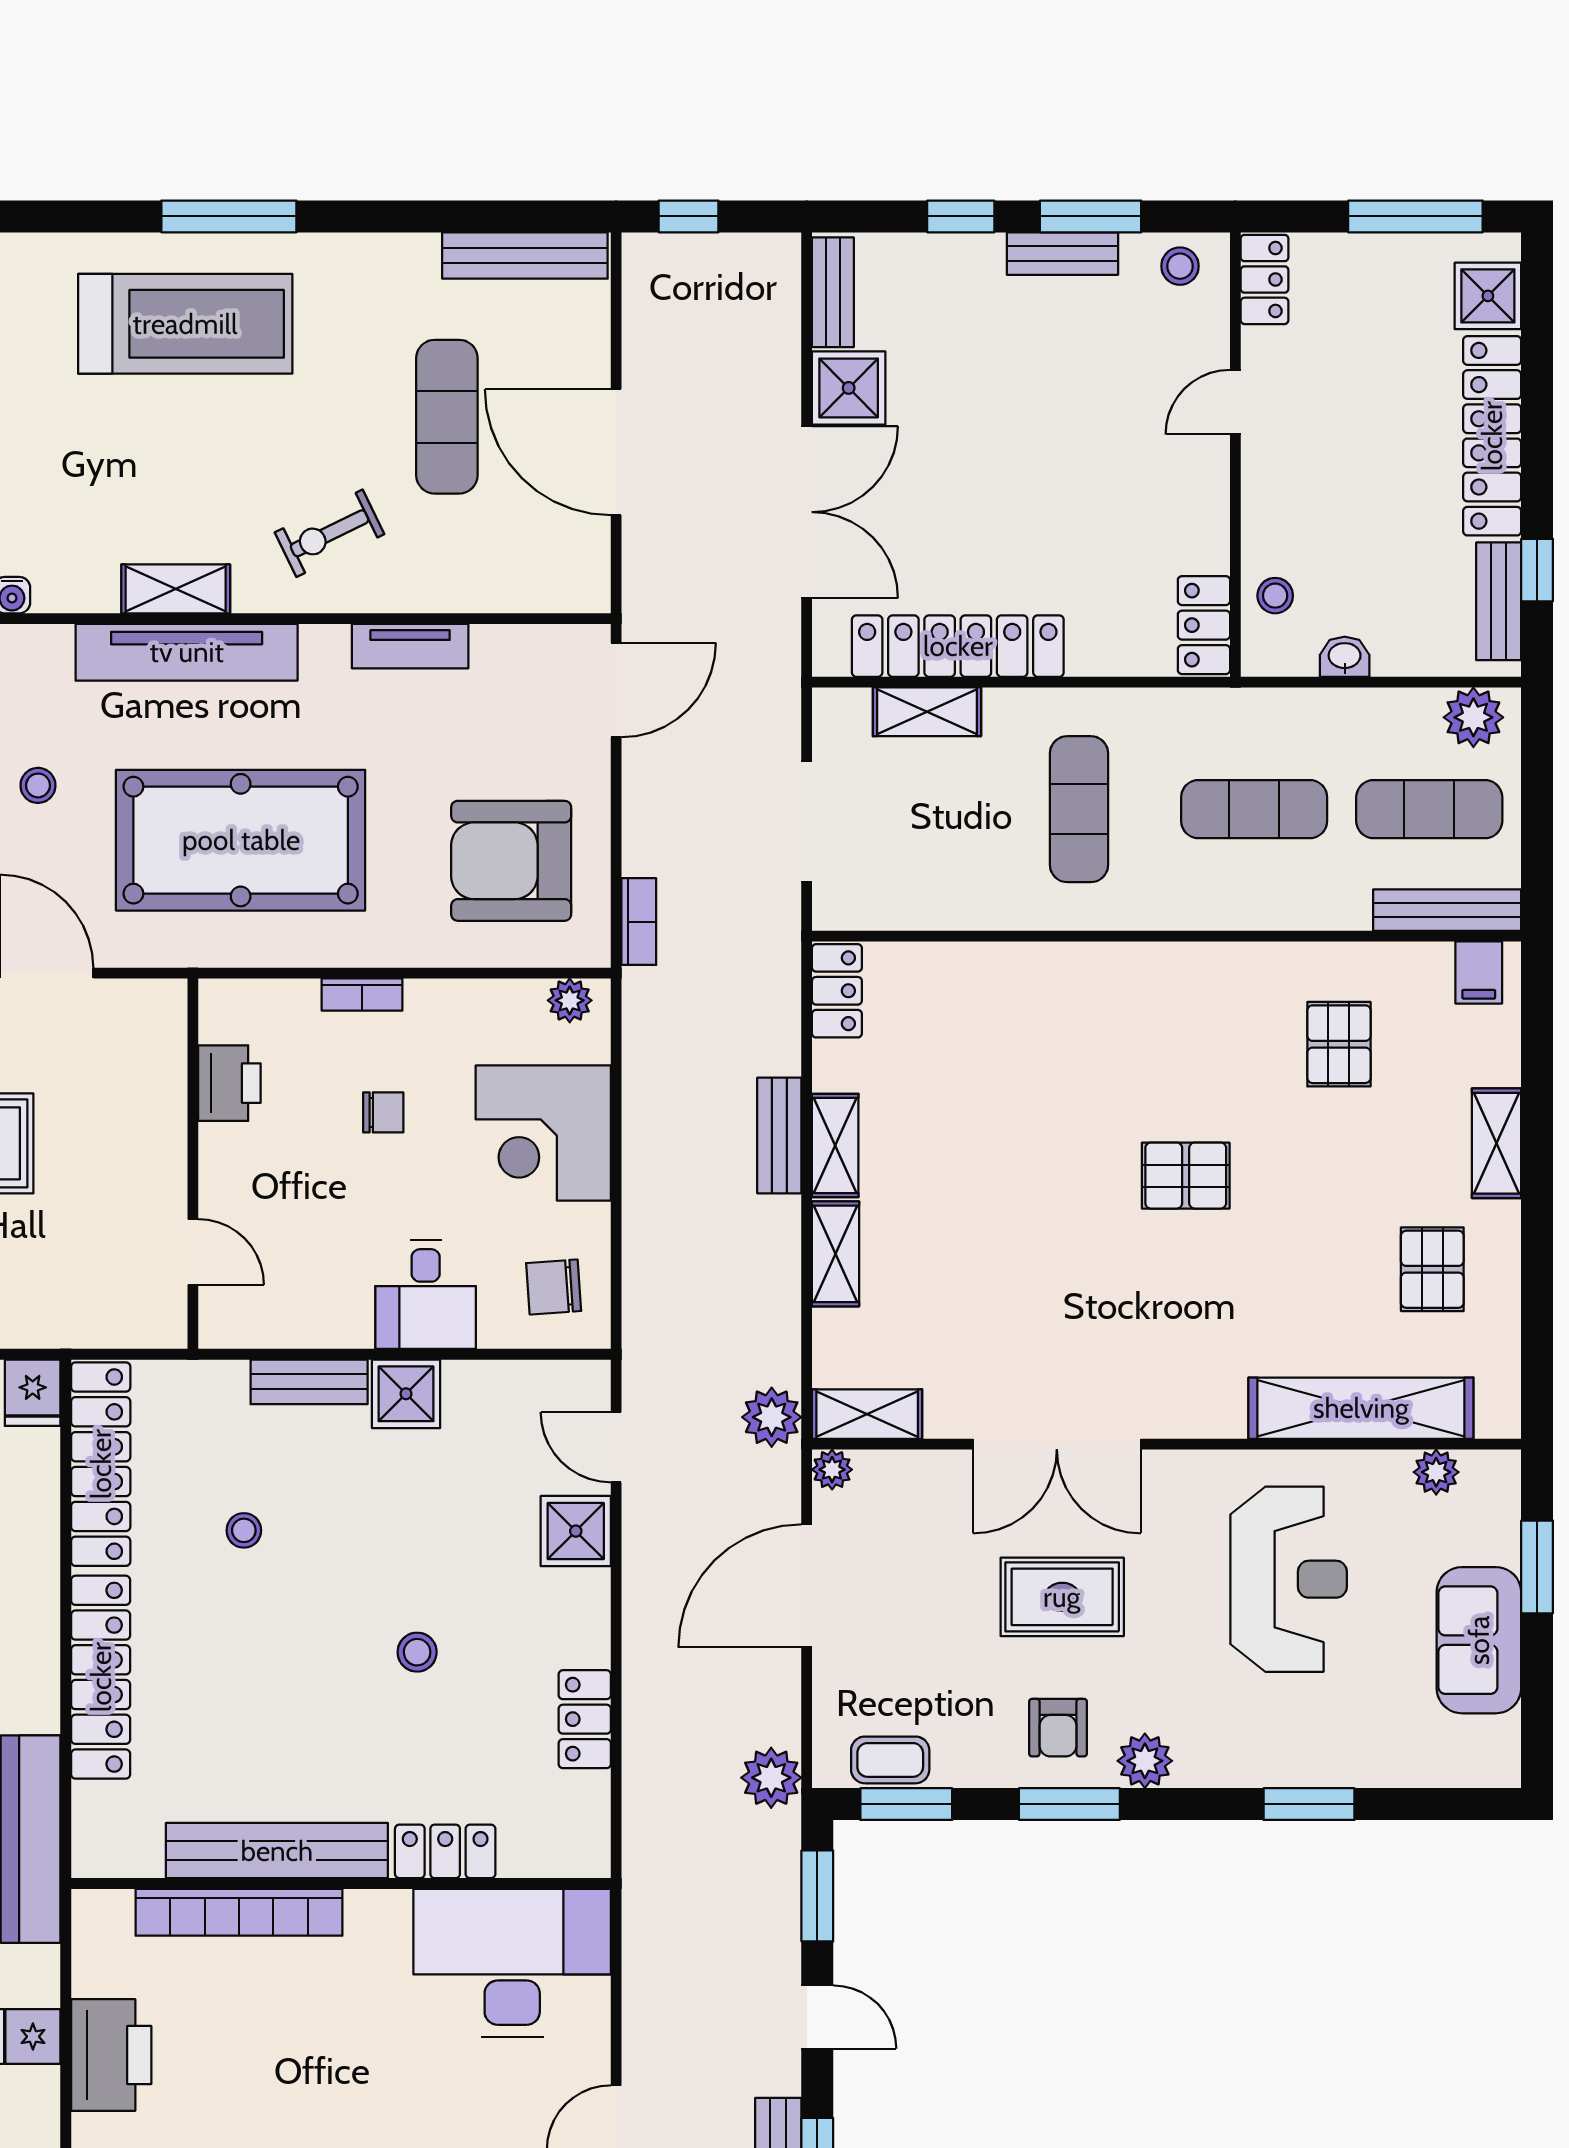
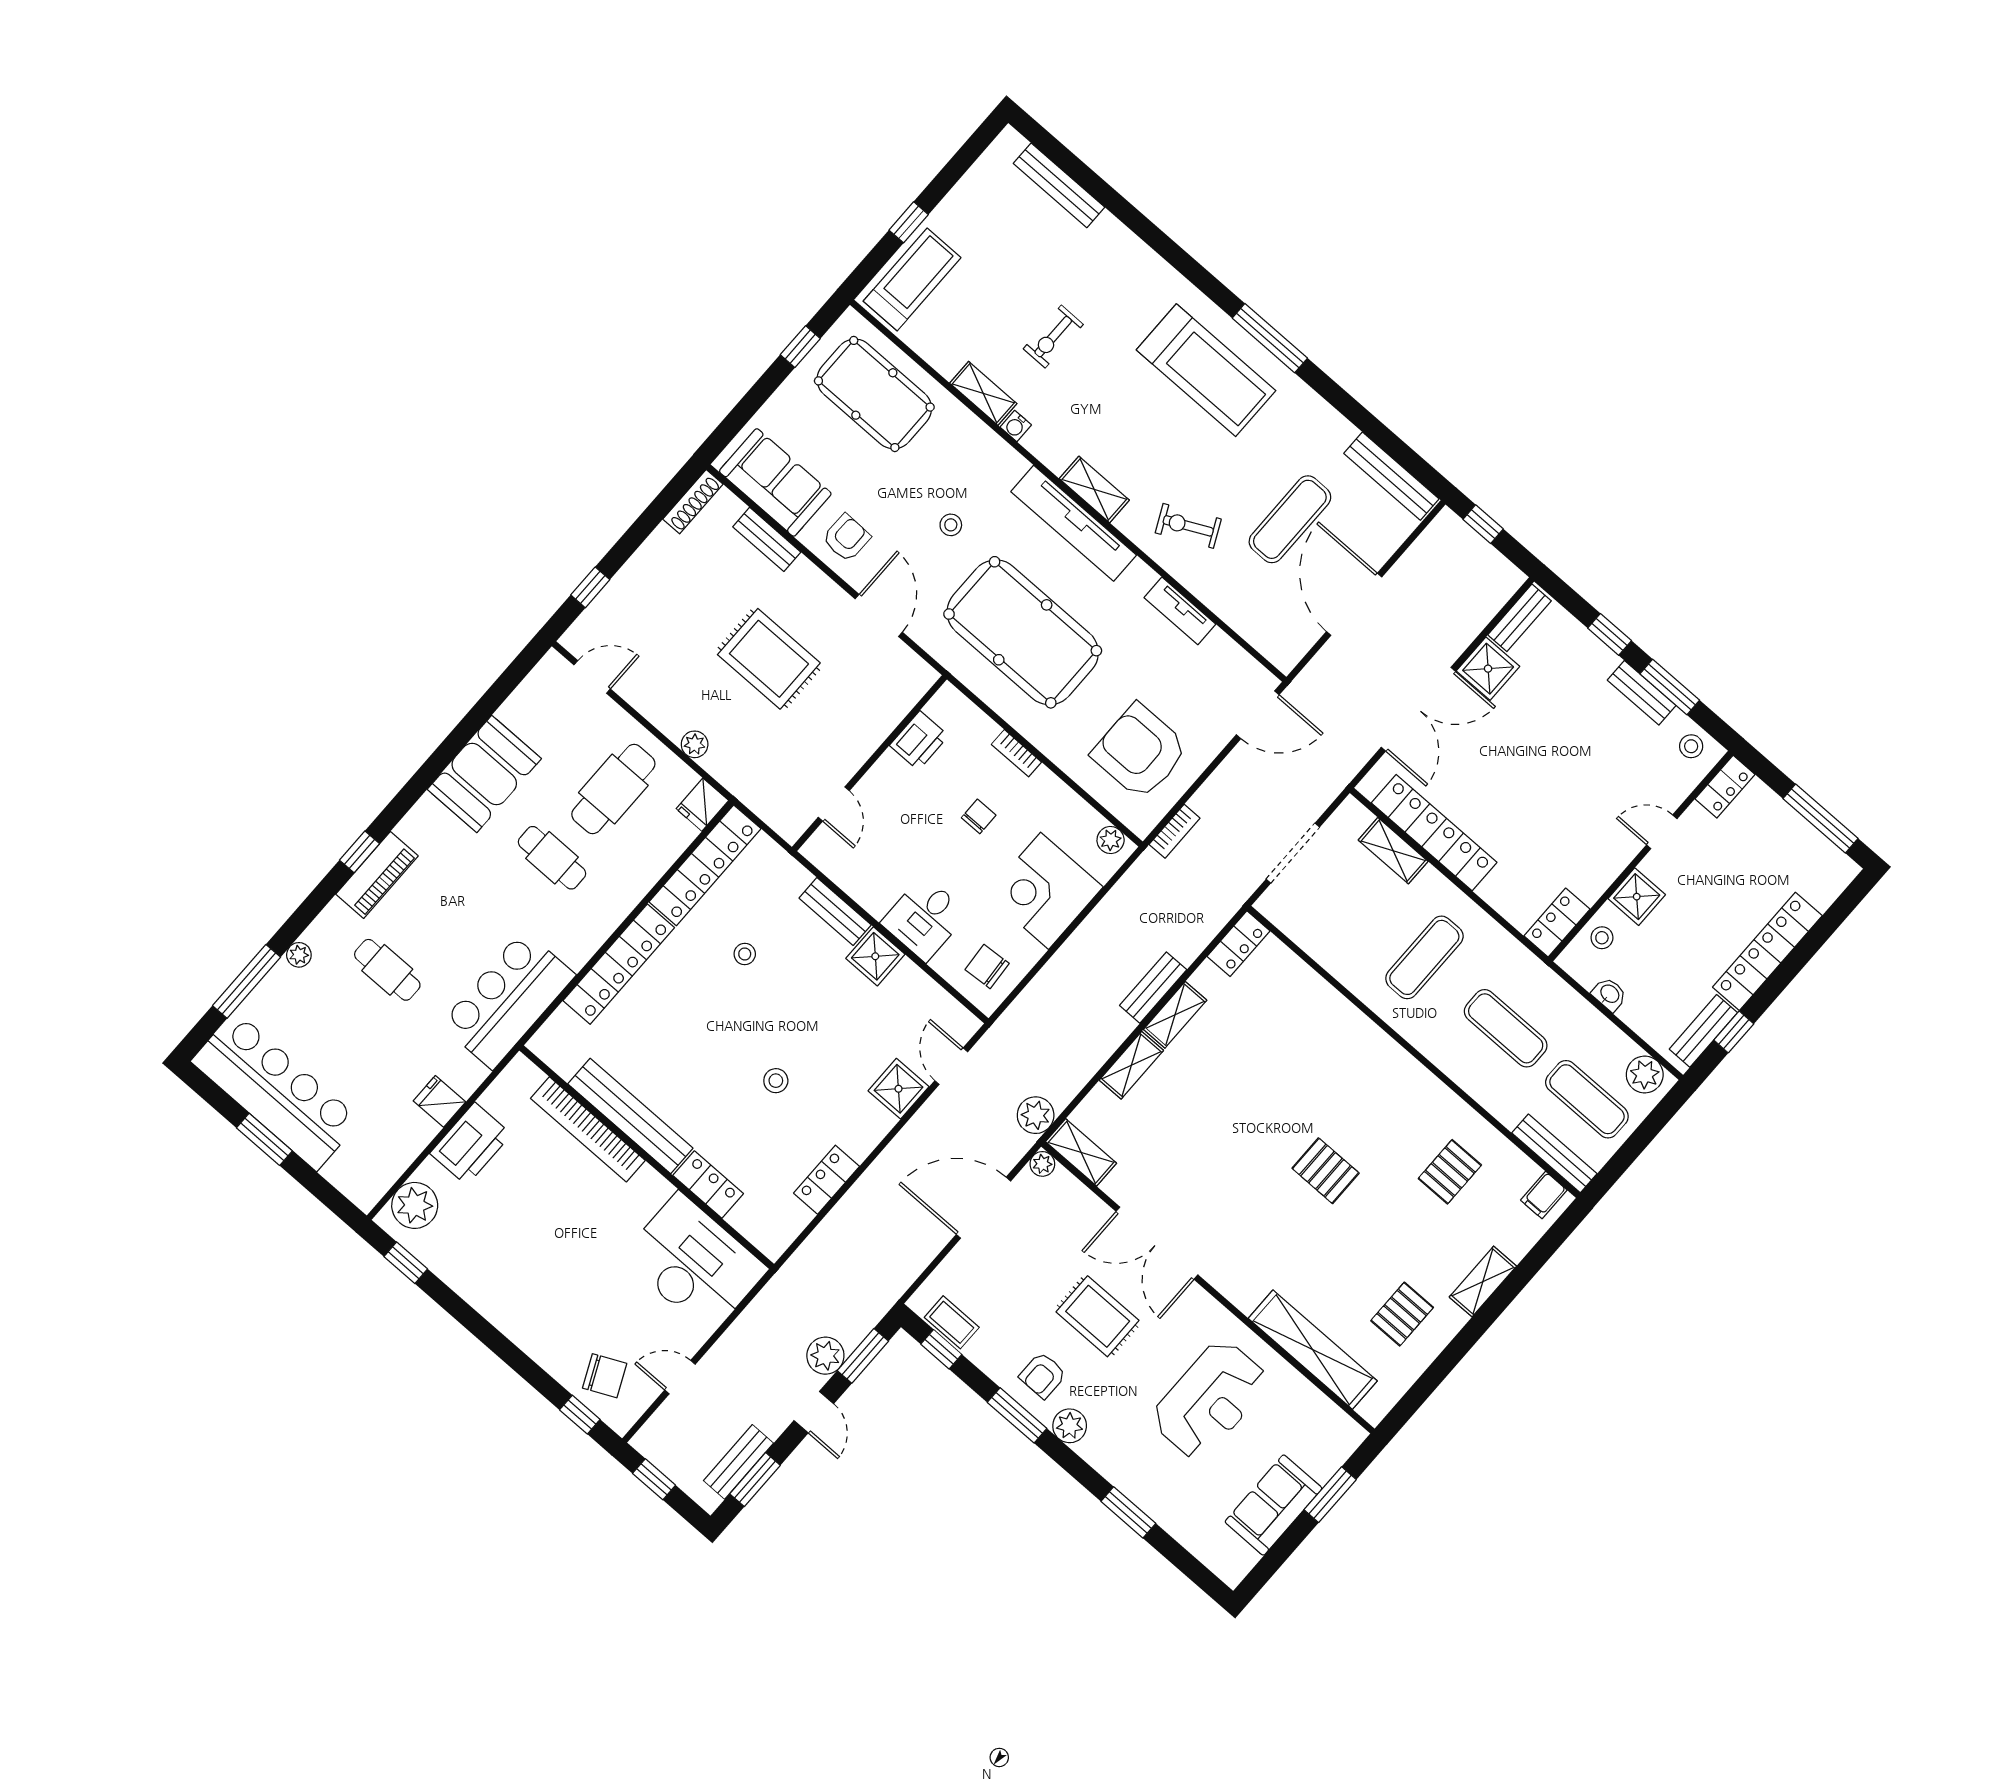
shower: (1488, 296) -> (1637, 897), moved
chair: (383, 1112) -> (979, 816), turned -90
plant: (1436, 1472) -> (1322, 1410), removed
plant: (771, 1778) -> (825, 1356), moved
window: (906, 1804) -> (941, 1349), width x0.67

